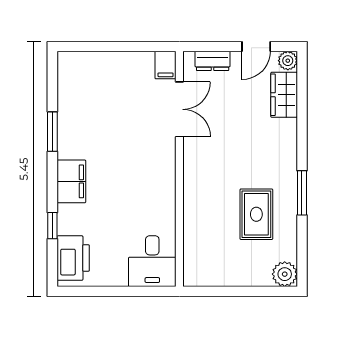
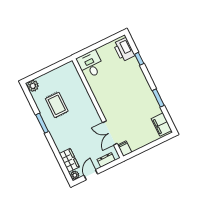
filing cabinet: (71, 181) -> (161, 125), moved

